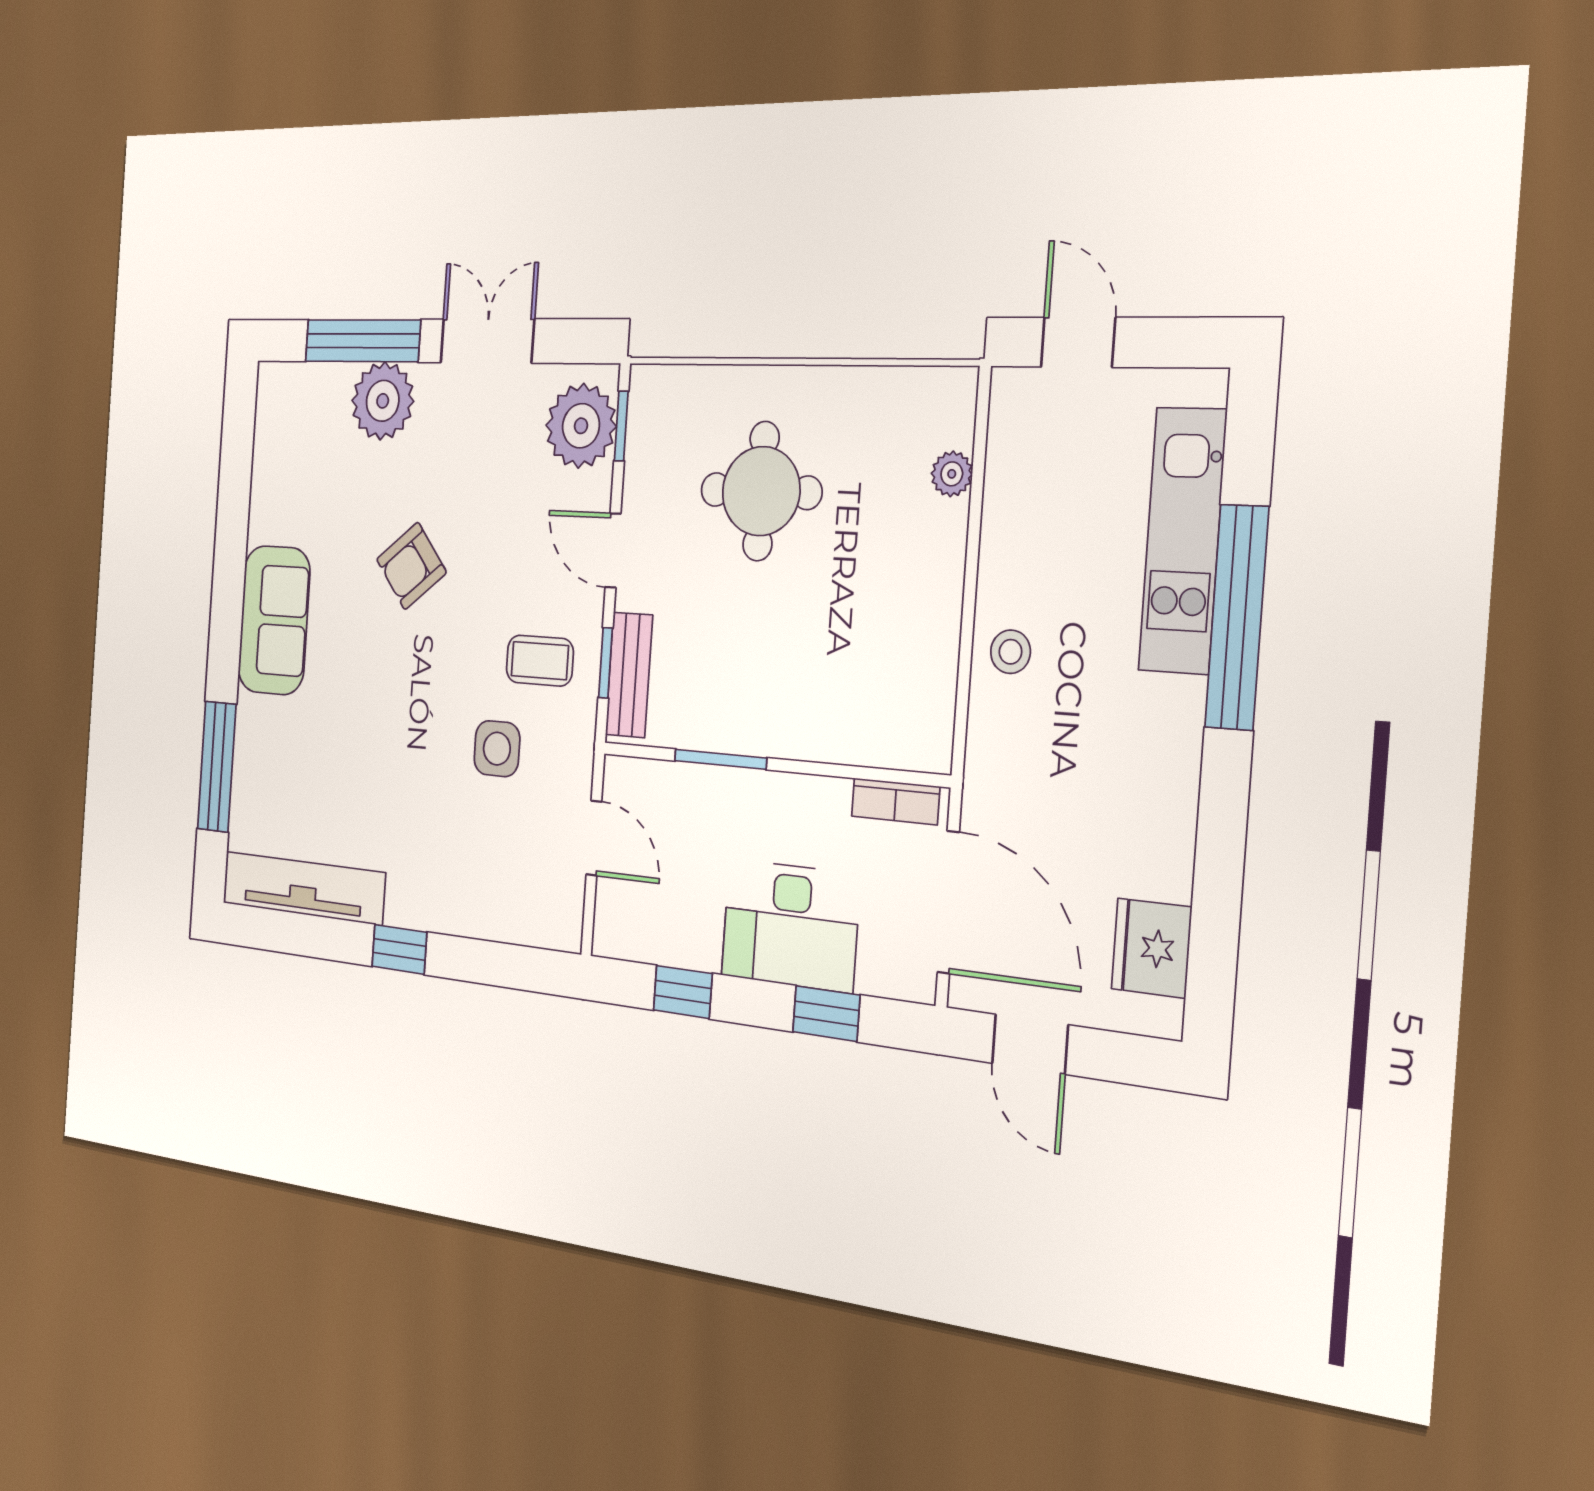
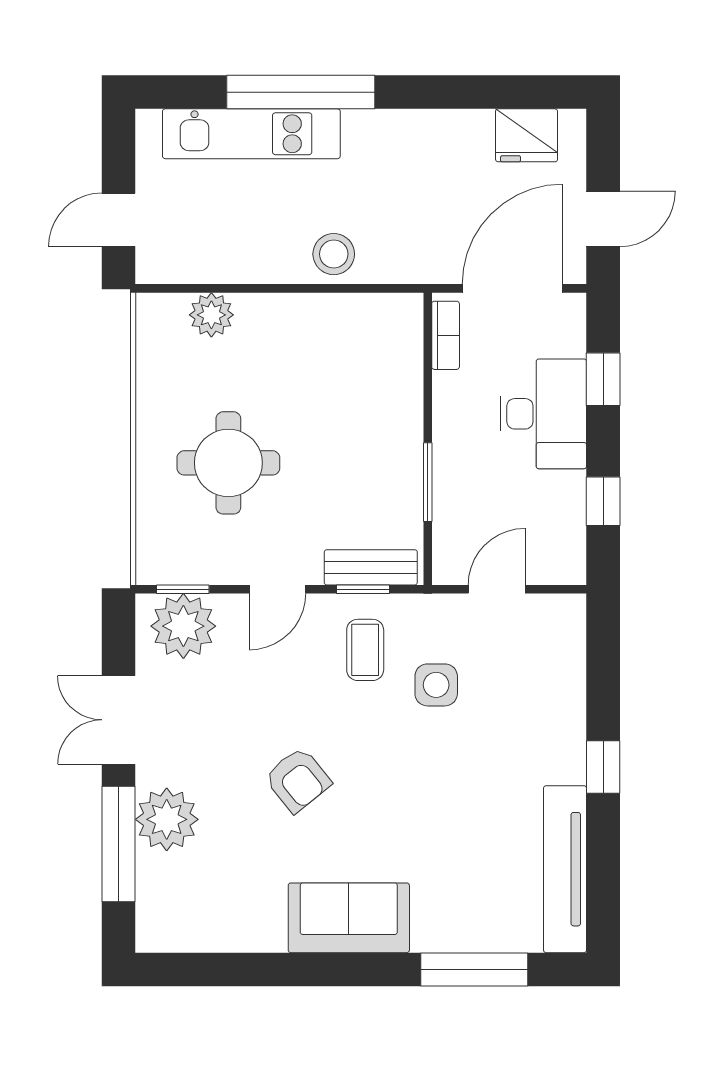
plant: (952, 474) -> (211, 315), width x1.38, depth x1.38
stool: (1011, 652) -> (334, 254), width x1.37, depth x1.37

